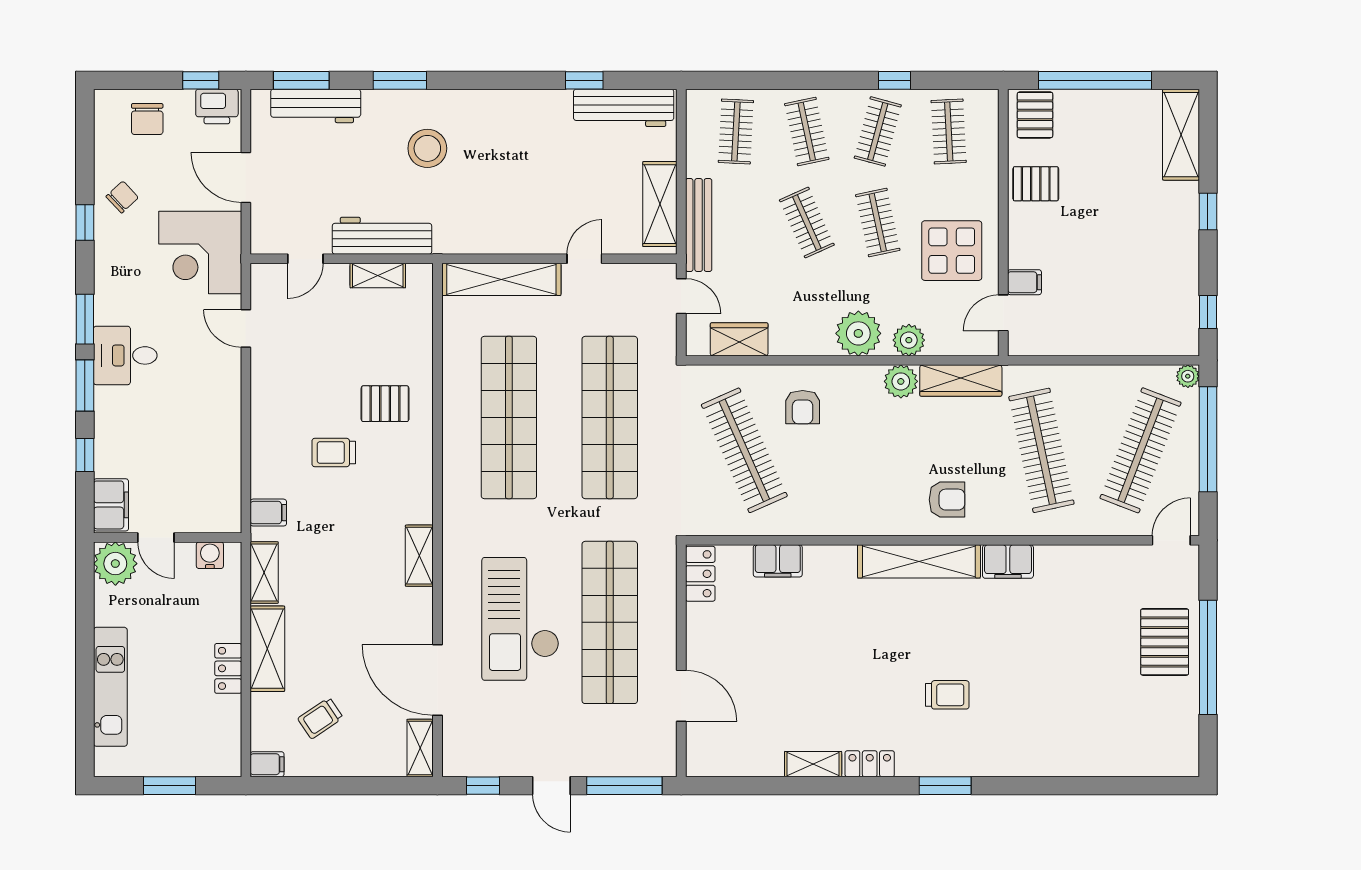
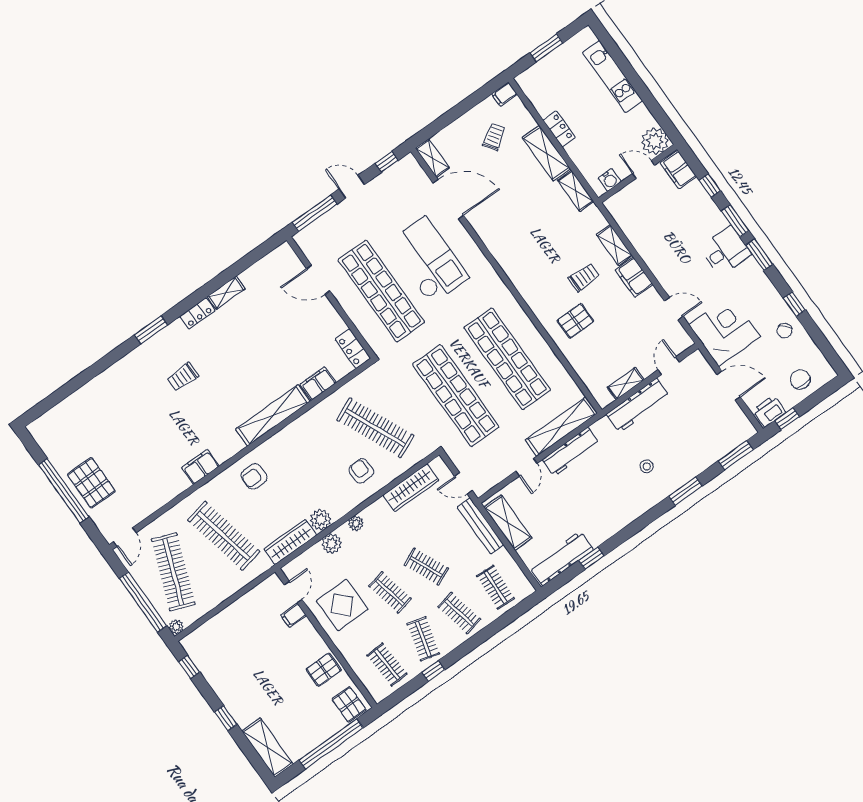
workbench: (316, 106) -> (571, 452), moved, turned 180
stool: (427, 148) -> (647, 466), width x0.53, depth x0.53
plant: (858, 333) -> (356, 523), width x0.53, depth x0.53
wardrobe: (739, 339) -> (411, 488), width x1.50
filing cabinet: (268, 513) -> (634, 277), moved, width x2.00
shelving: (419, 556) -> (614, 245), moved
shelving: (919, 561) -> (273, 415), moved

